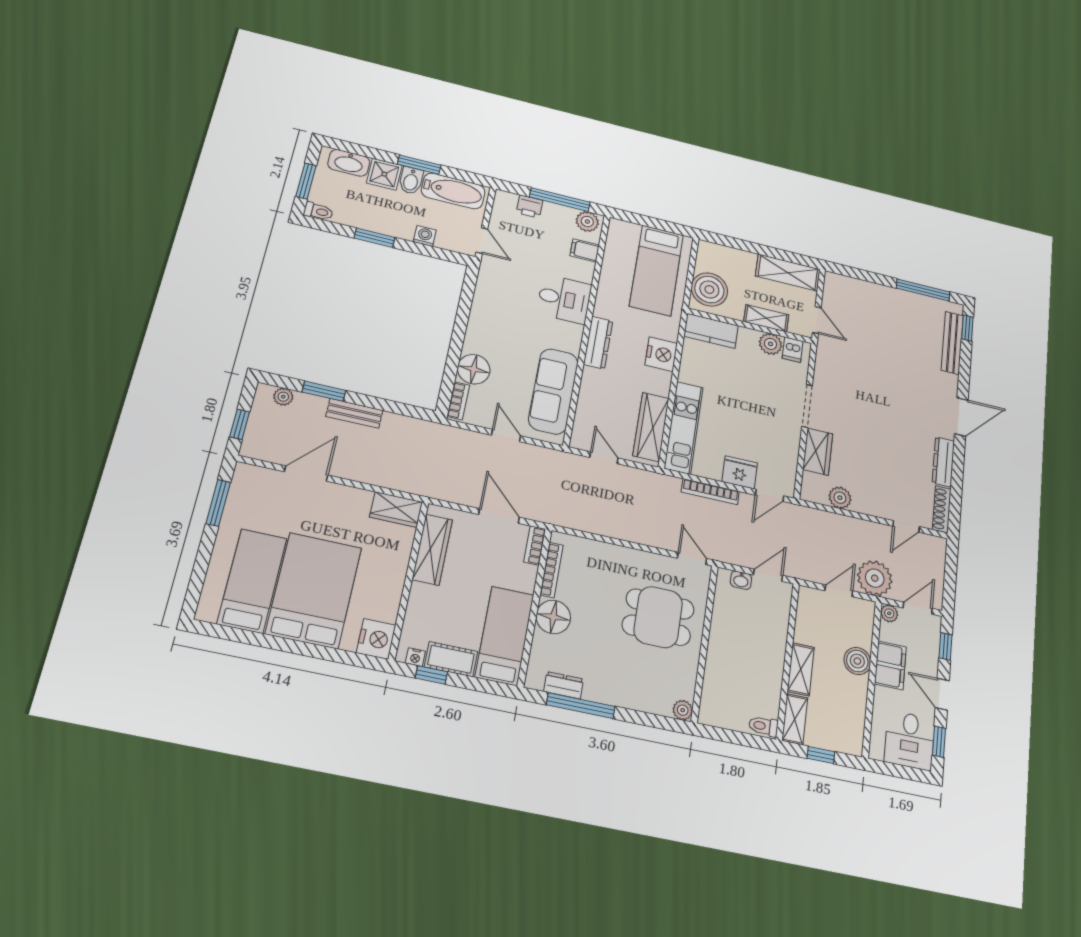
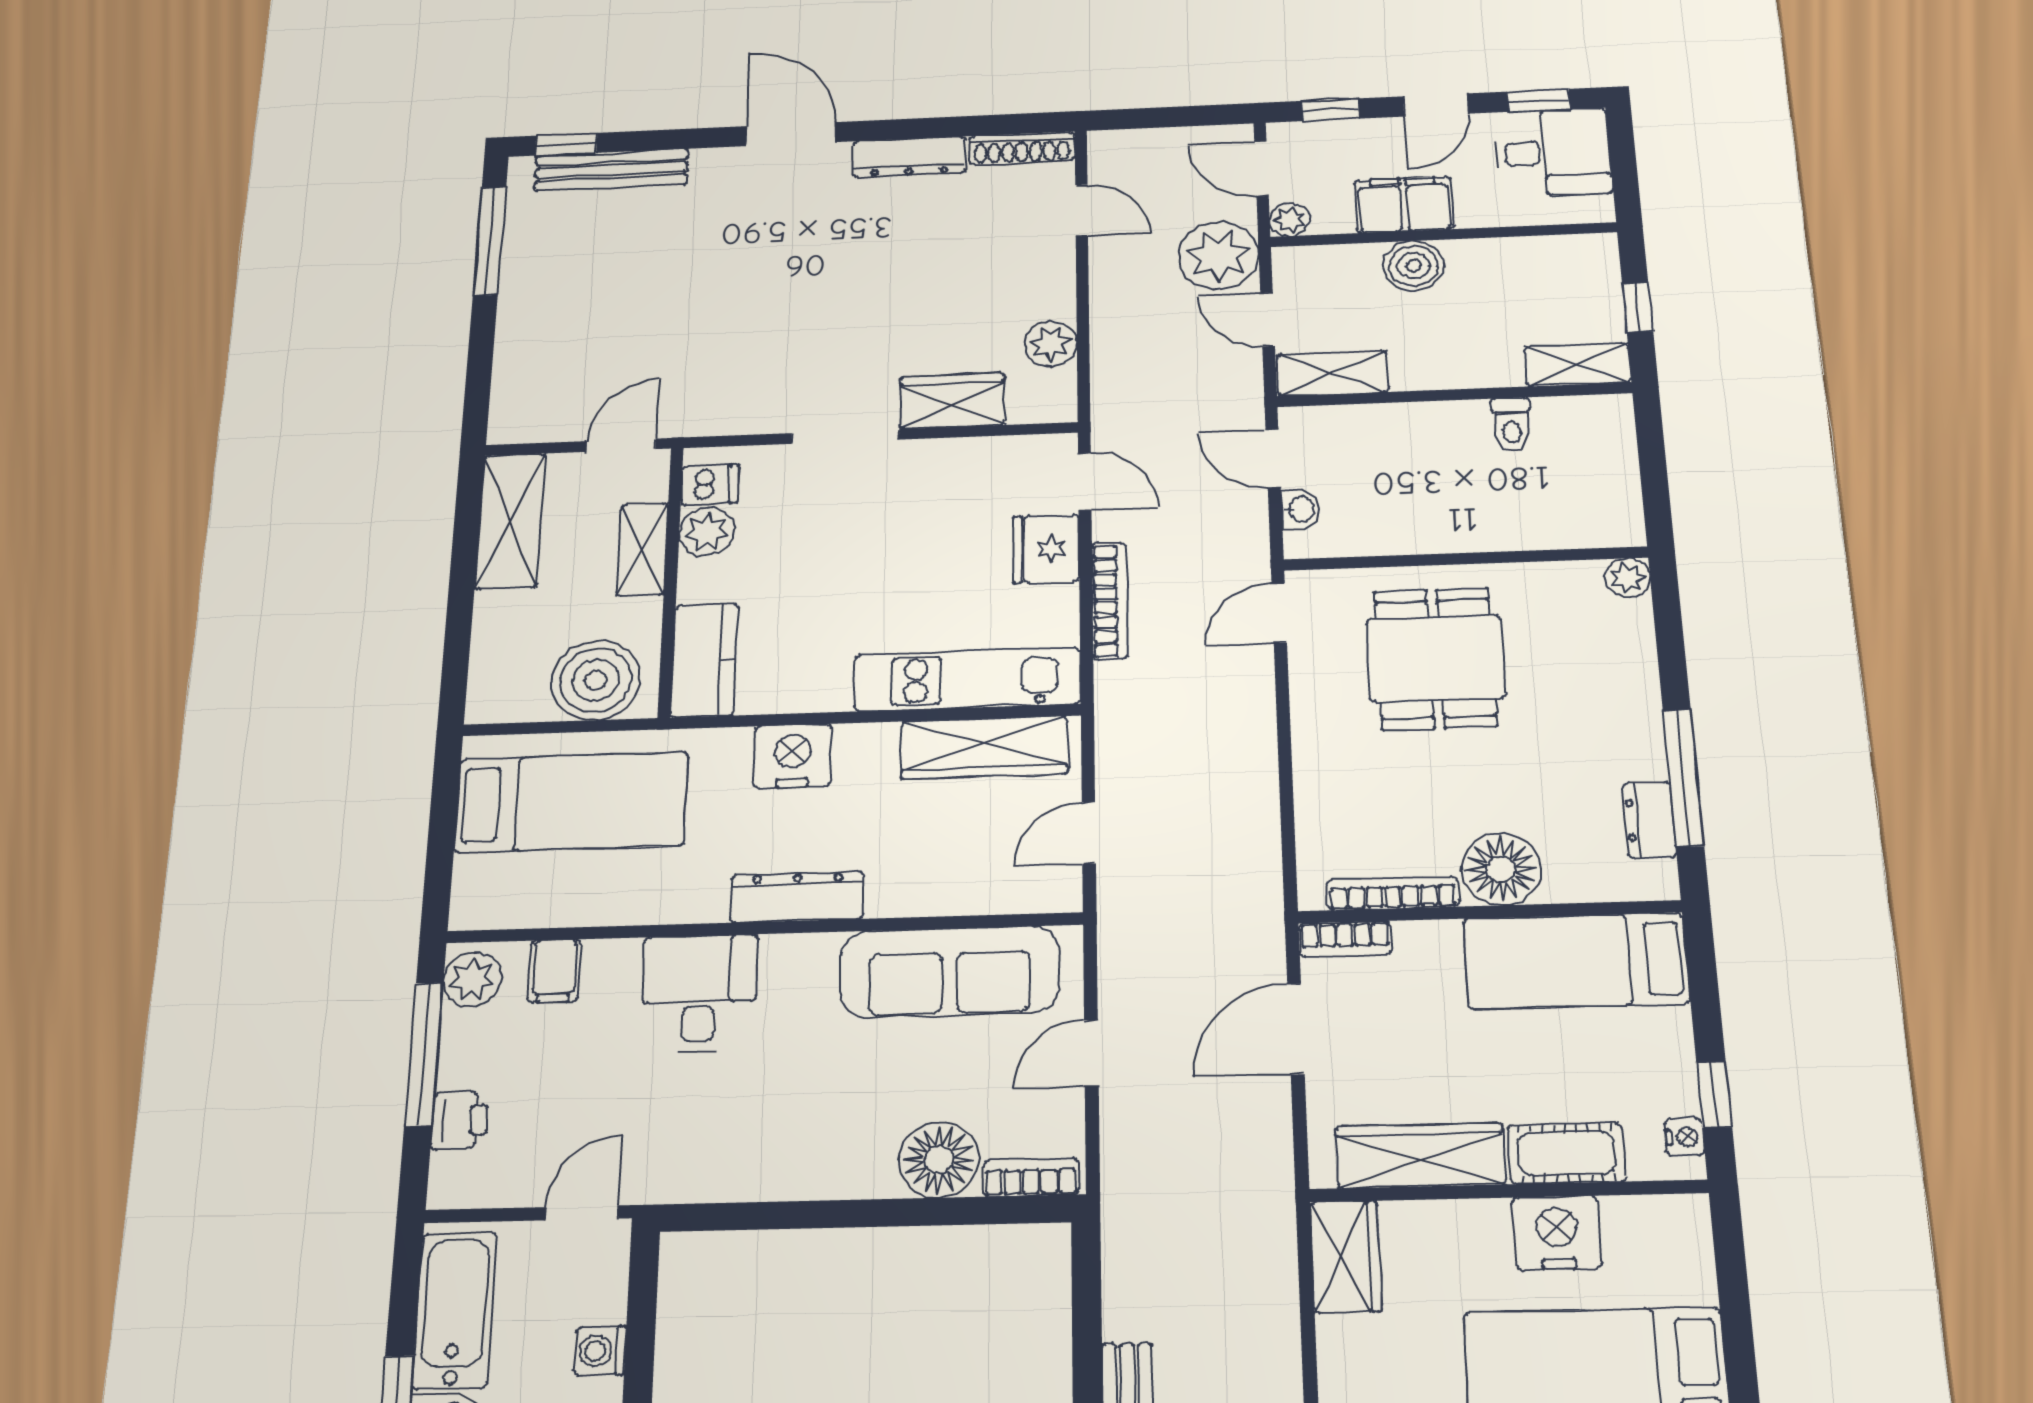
nightstand: (376, 639) -> (1557, 1233), moved
cot: (451, 659) -> (1567, 1153), moved, turned 90
shelving: (801, 669) -> (1333, 373), moved
toilet: (763, 726) -> (1511, 425), moved

